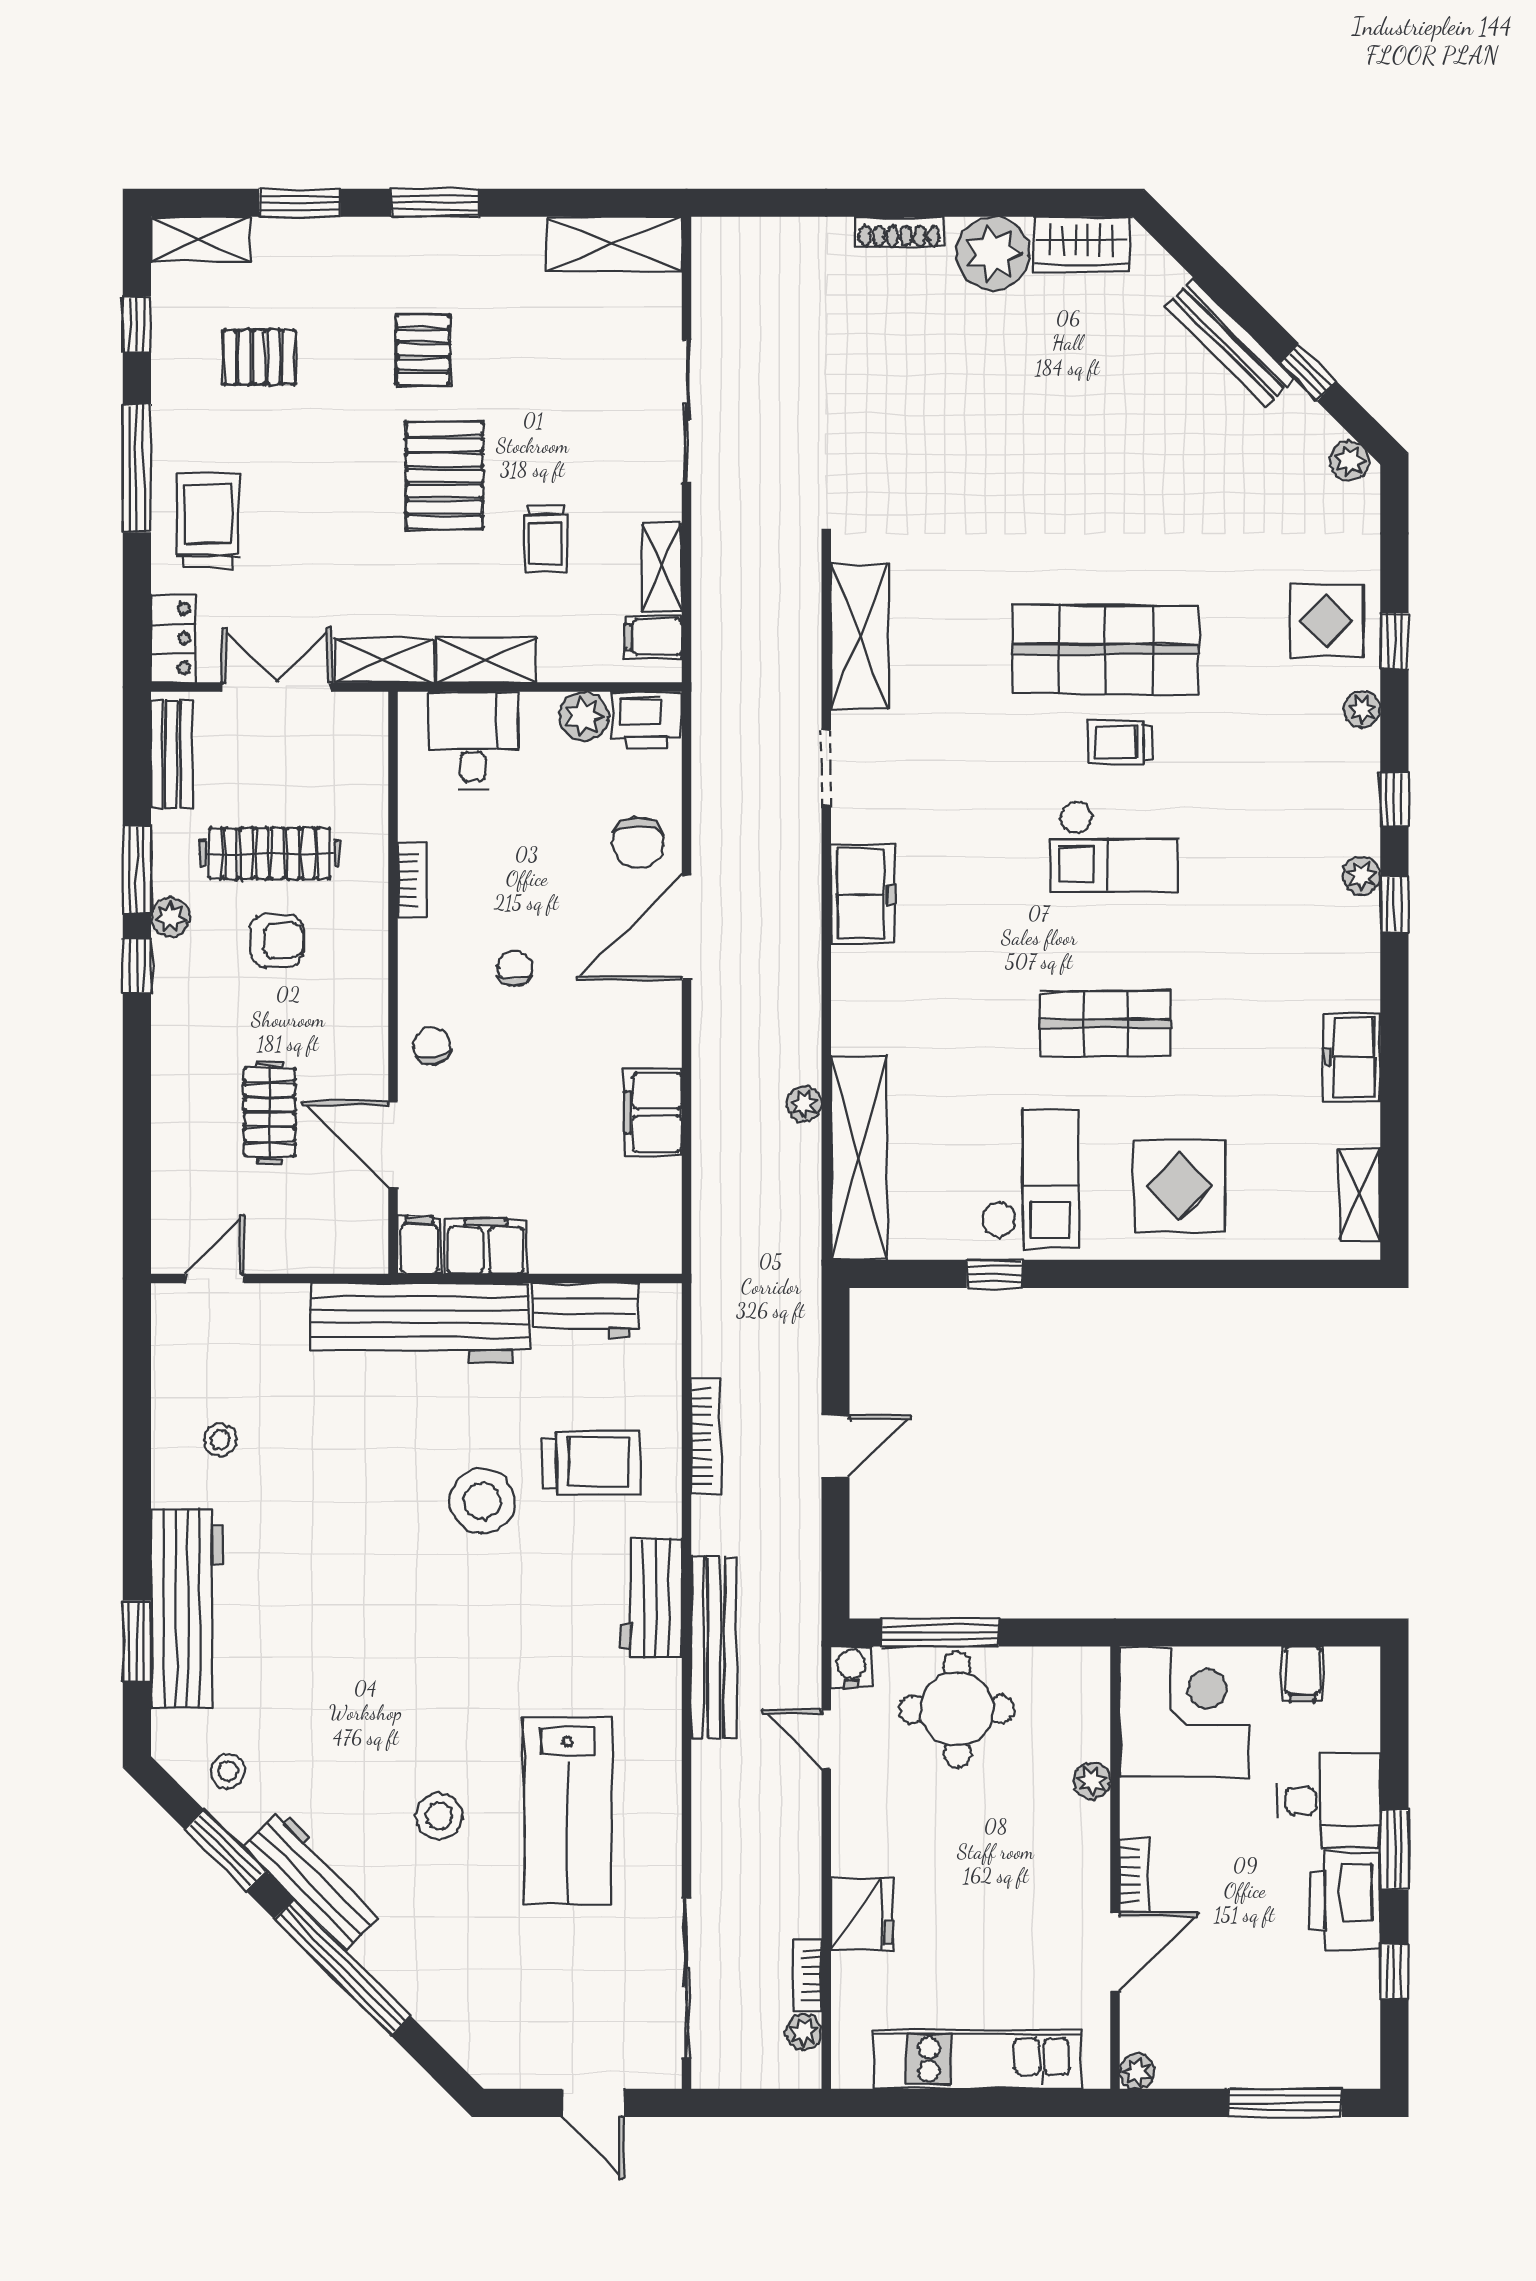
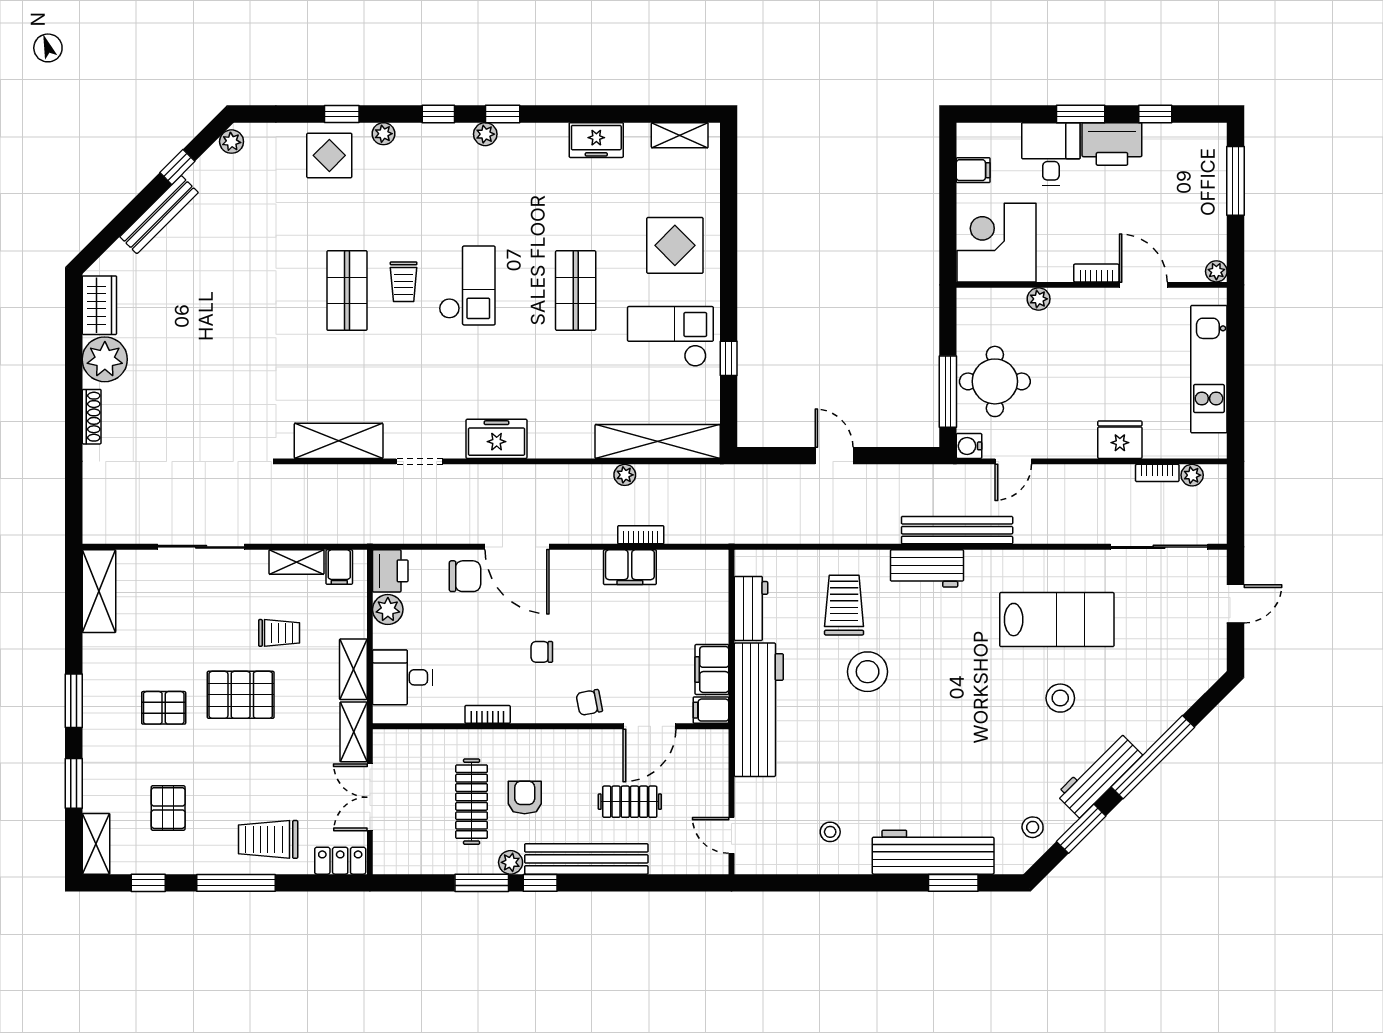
shop shelf: (1106, 650) -> (347, 291), width x0.70, depth x0.74
bench: (172, 754) -> (586, 859), moved, width x1.86, depth x1.21
bookcase: (706, 1437) -> (641, 535), moved, width x0.64

